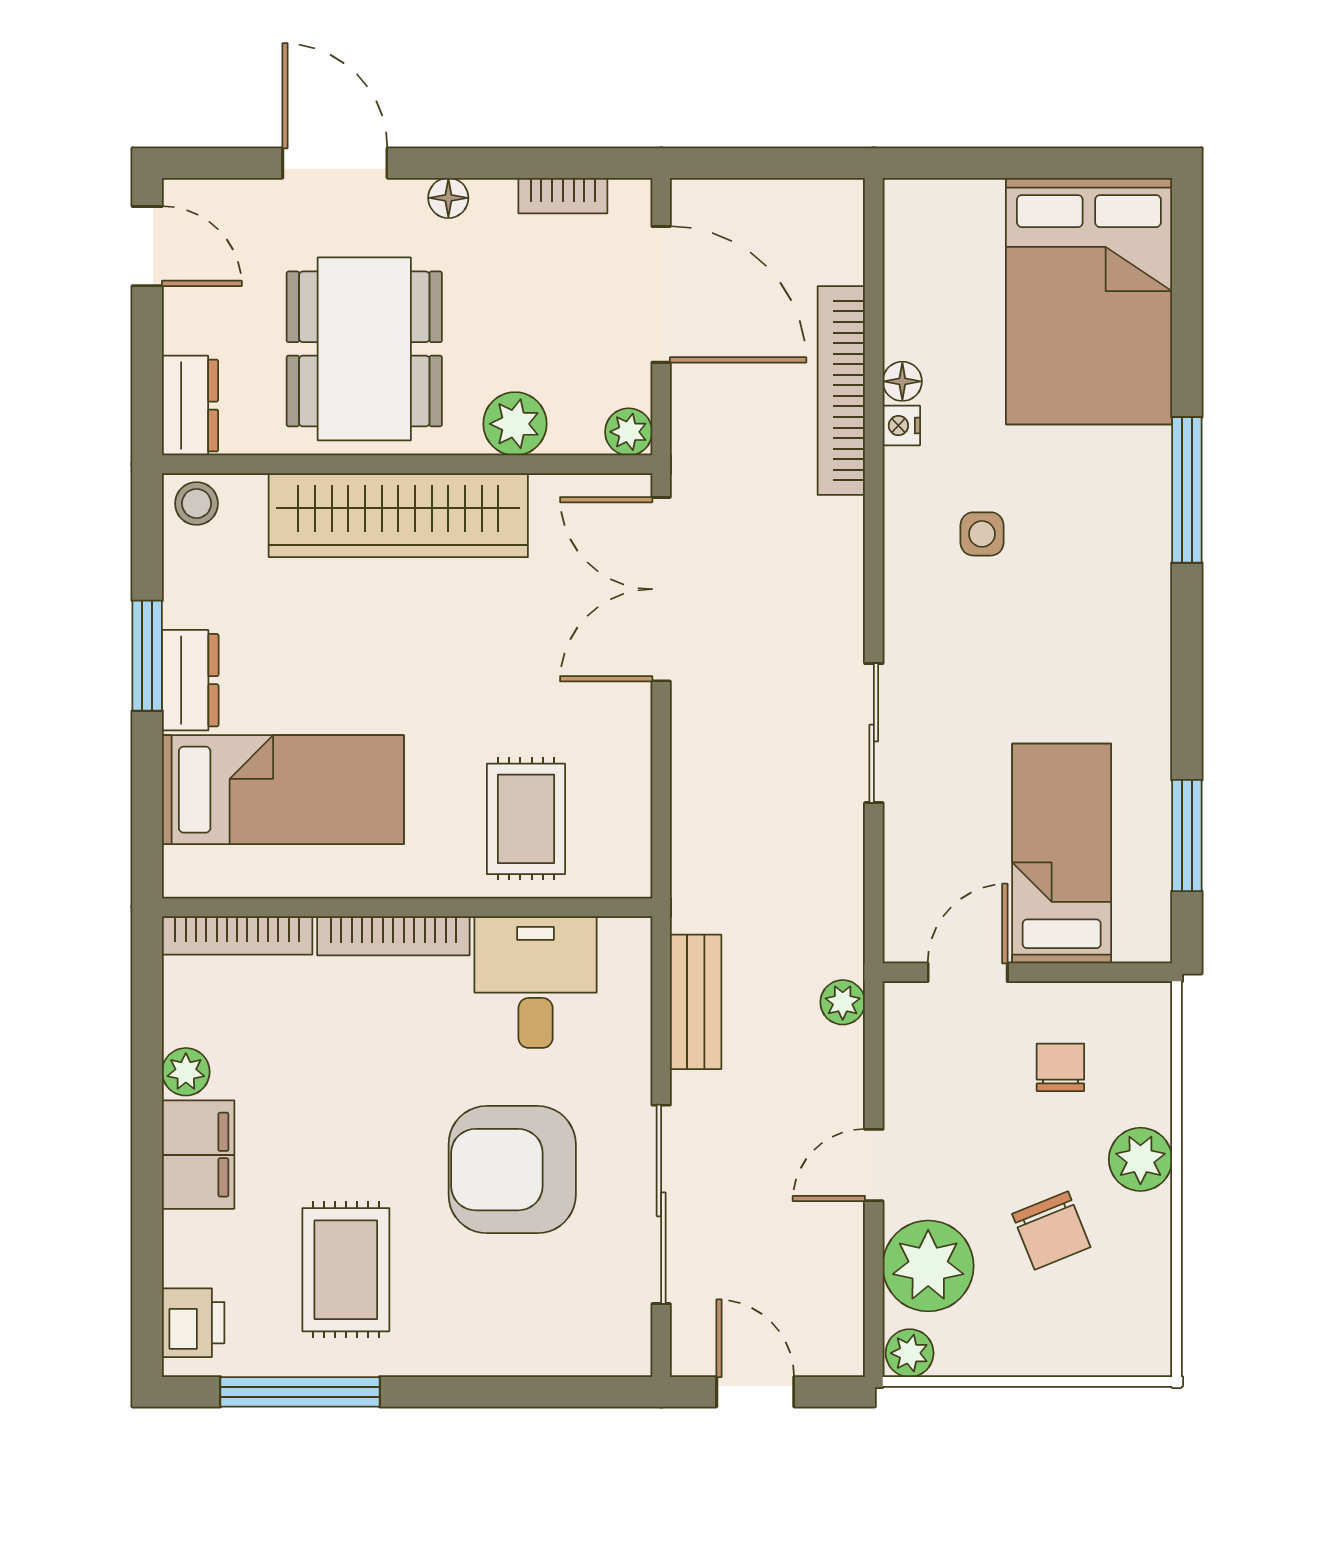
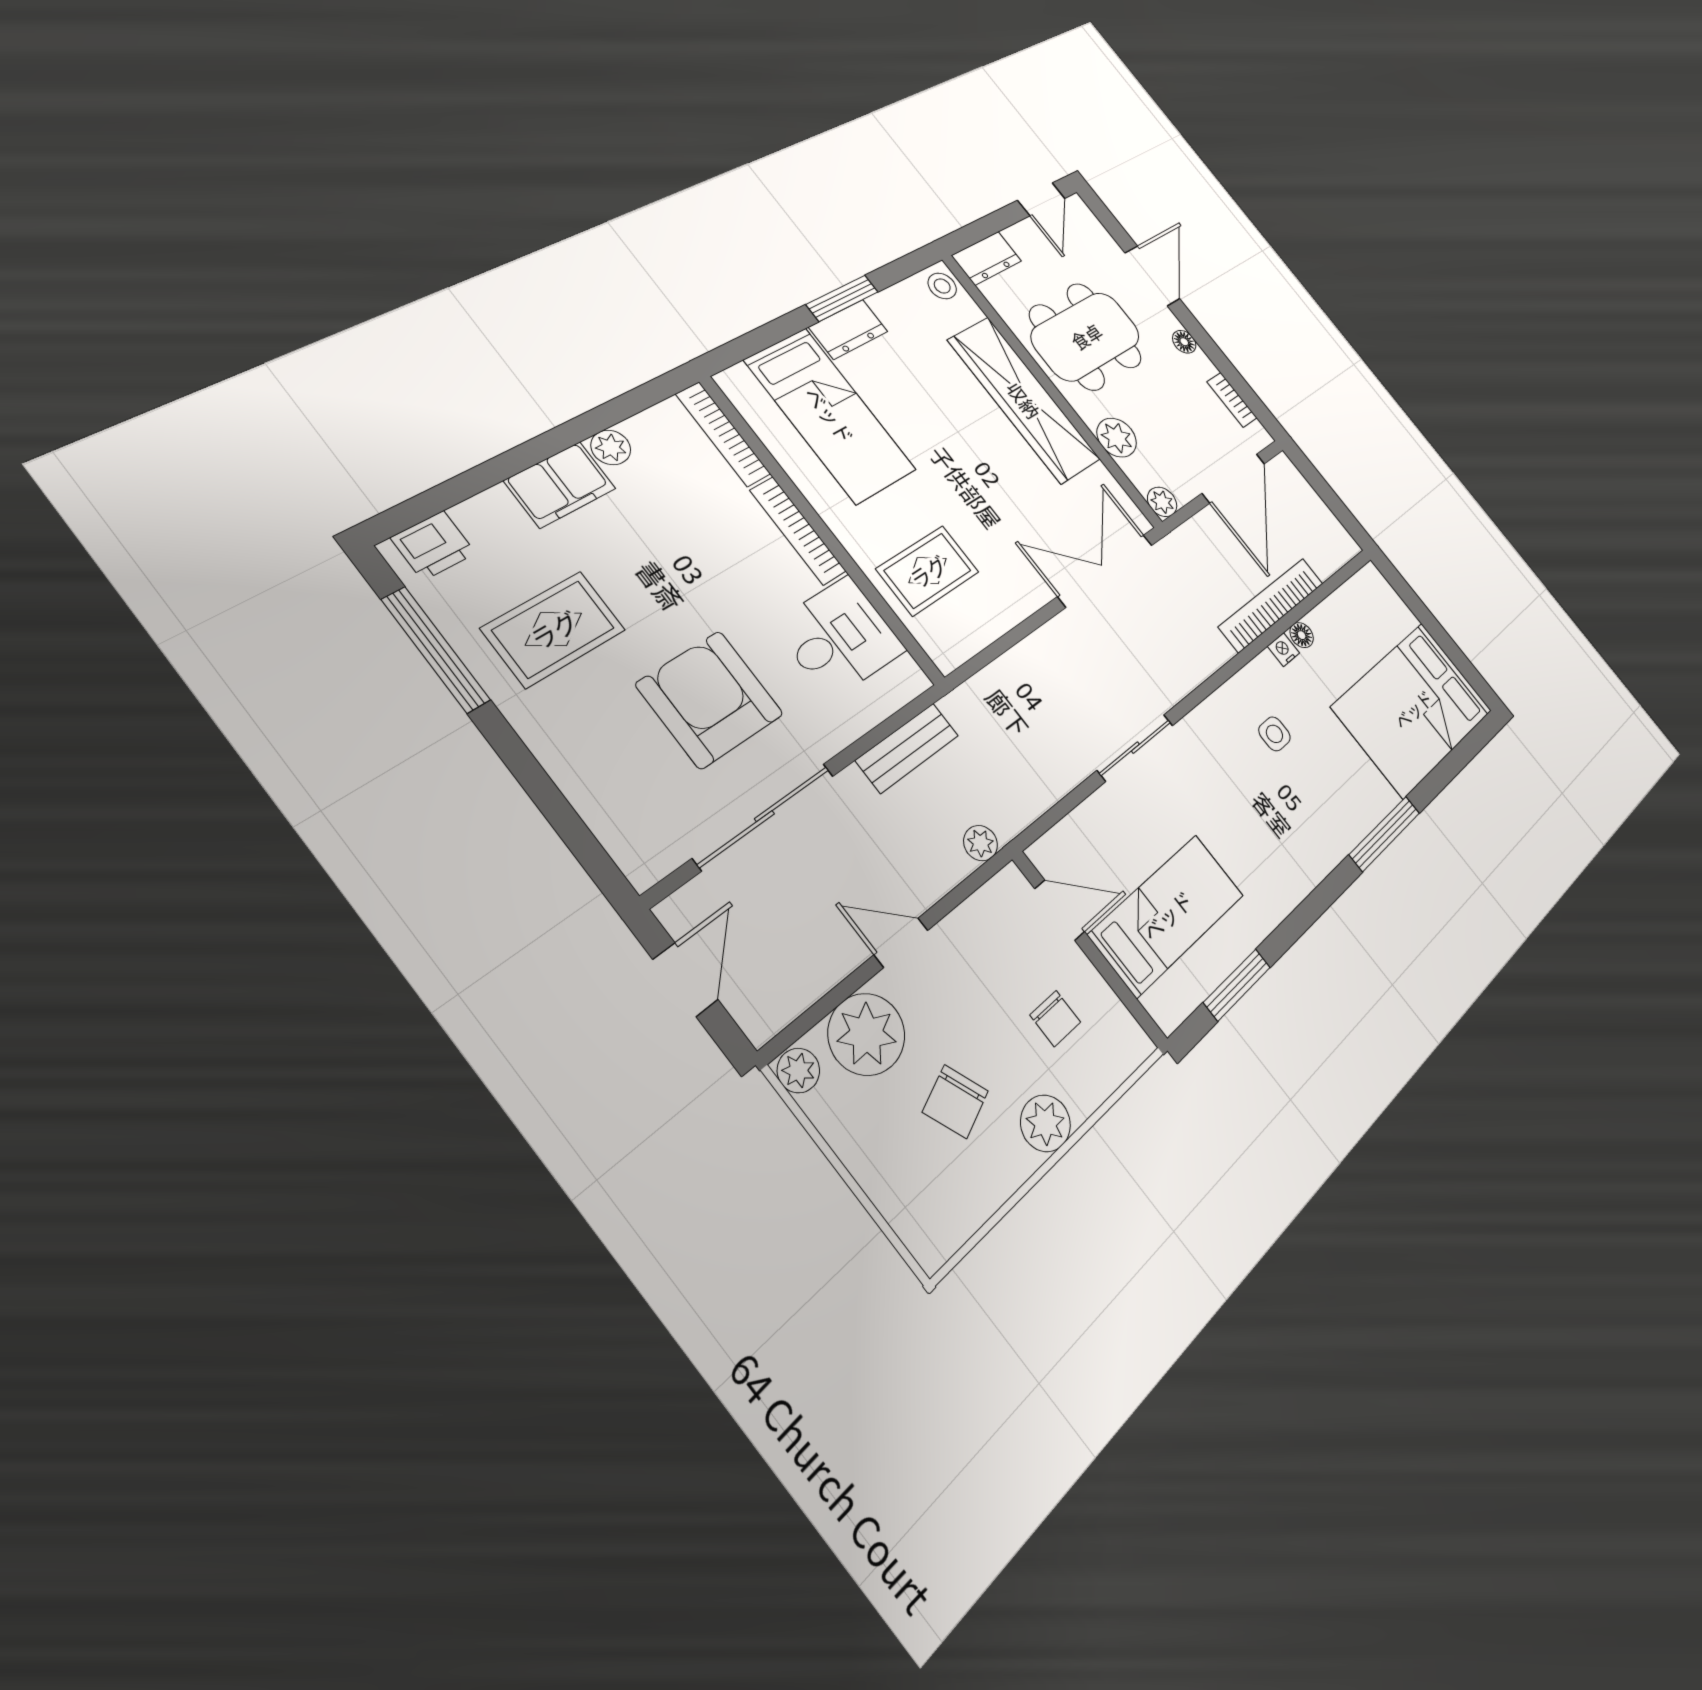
chair: (1060, 1067) -> (1055, 1019), turned 90

